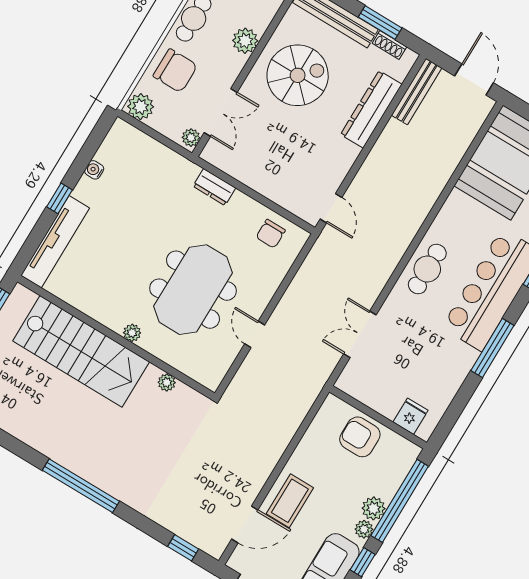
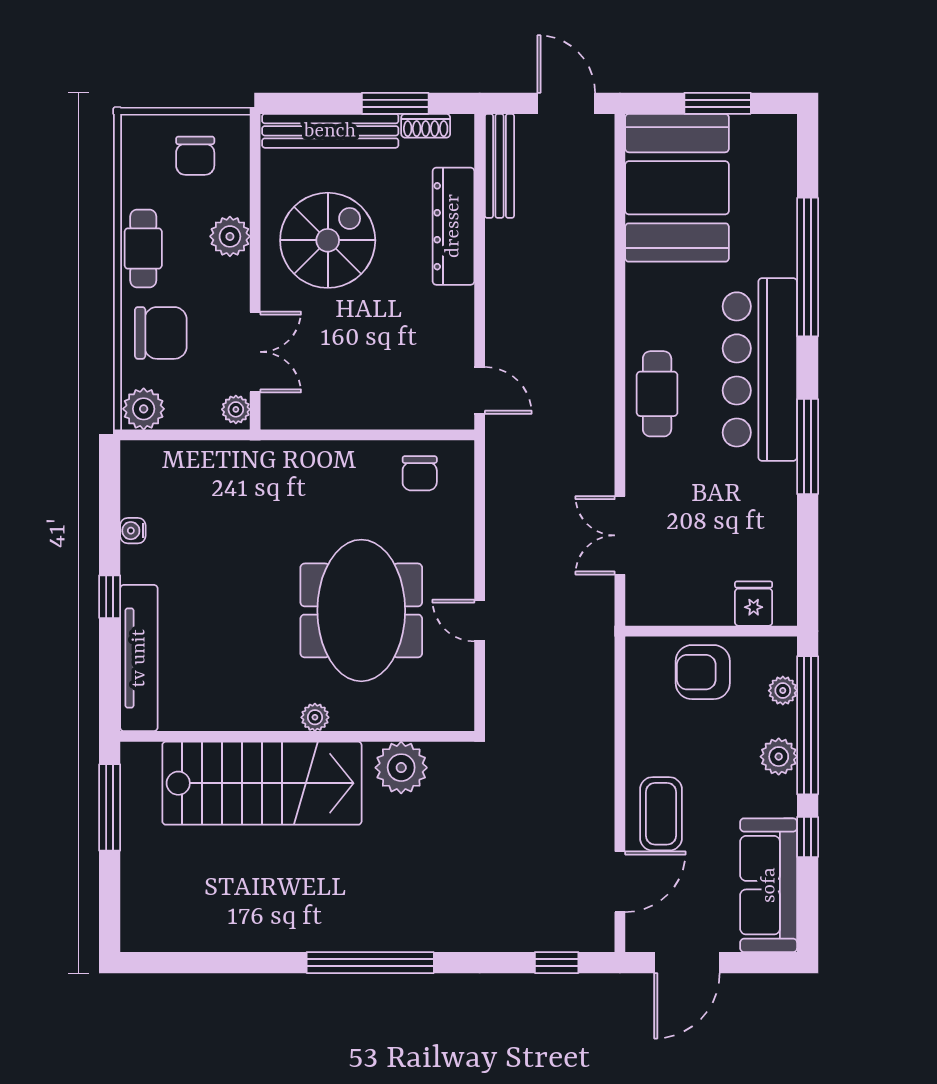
dresser: (214, 187) -> (307, 457), removed
plant: (167, 382) -> (401, 768), width x1.88, depth x1.88
plant: (364, 529) -> (783, 691), moved

